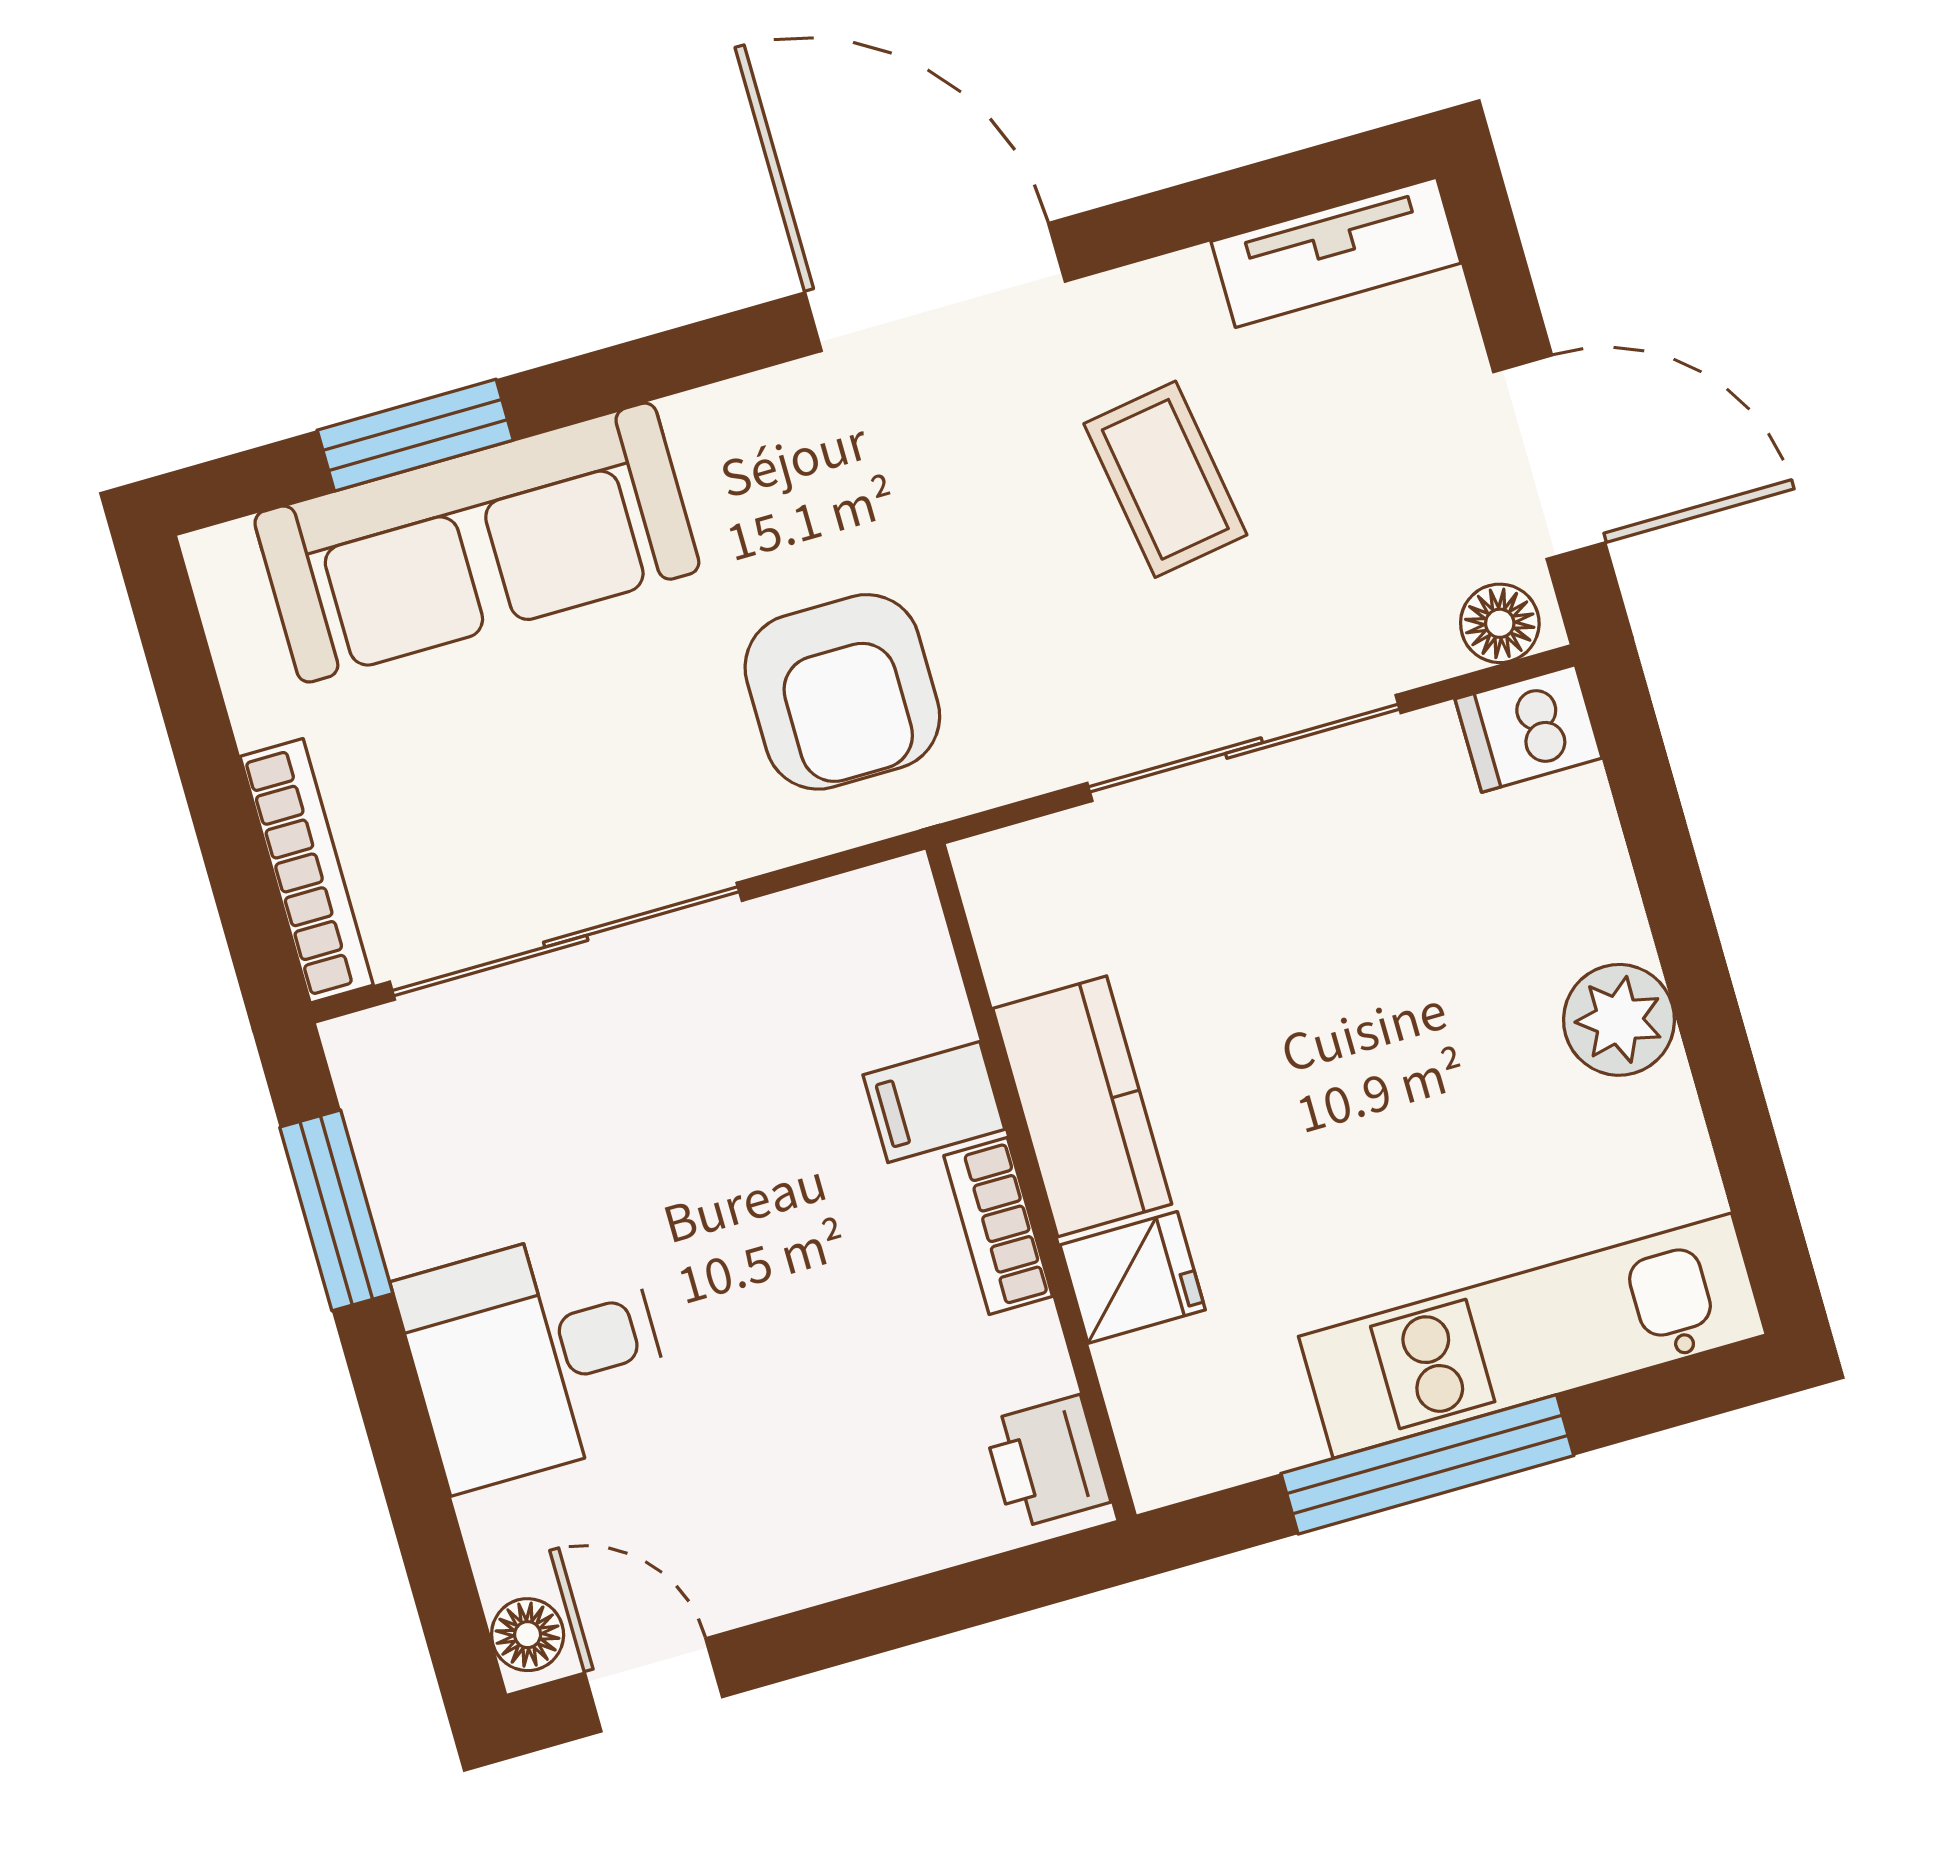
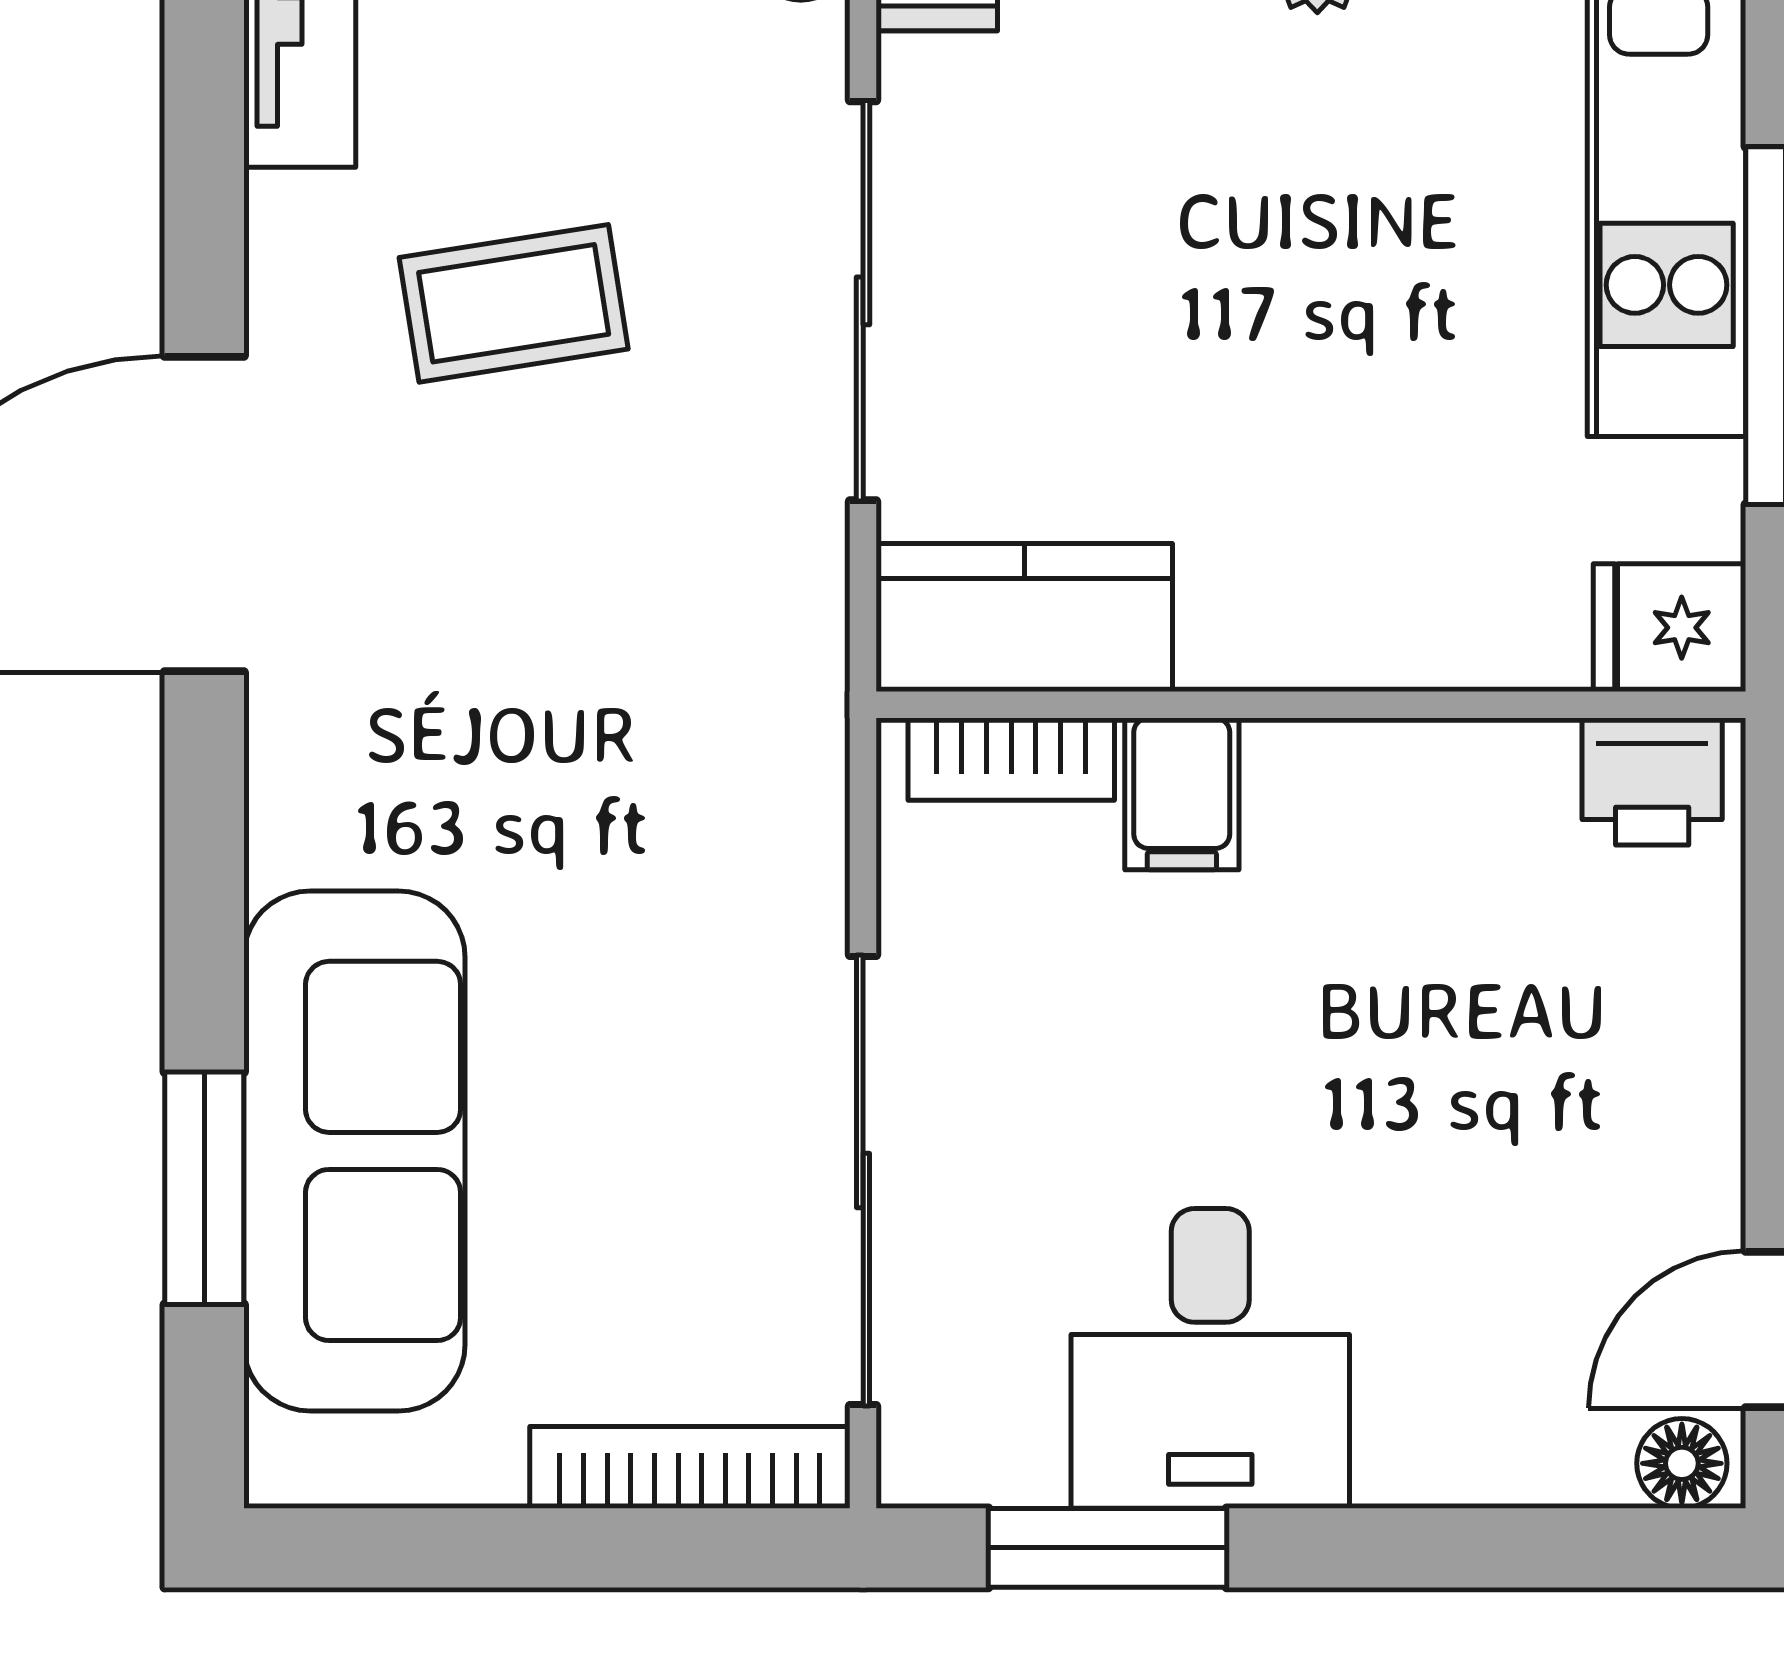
armchair: (842, 692) -> (658, 763), removed
kitchen counter: (1082, 1106) -> (1024, 617), moved
bookcase: (998, 1226) -> (1011, 759), moved
fridge: (1133, 1277) -> (1670, 628), moved, turned -90
desk: (536, 1356) -> (1210, 1358), moved

